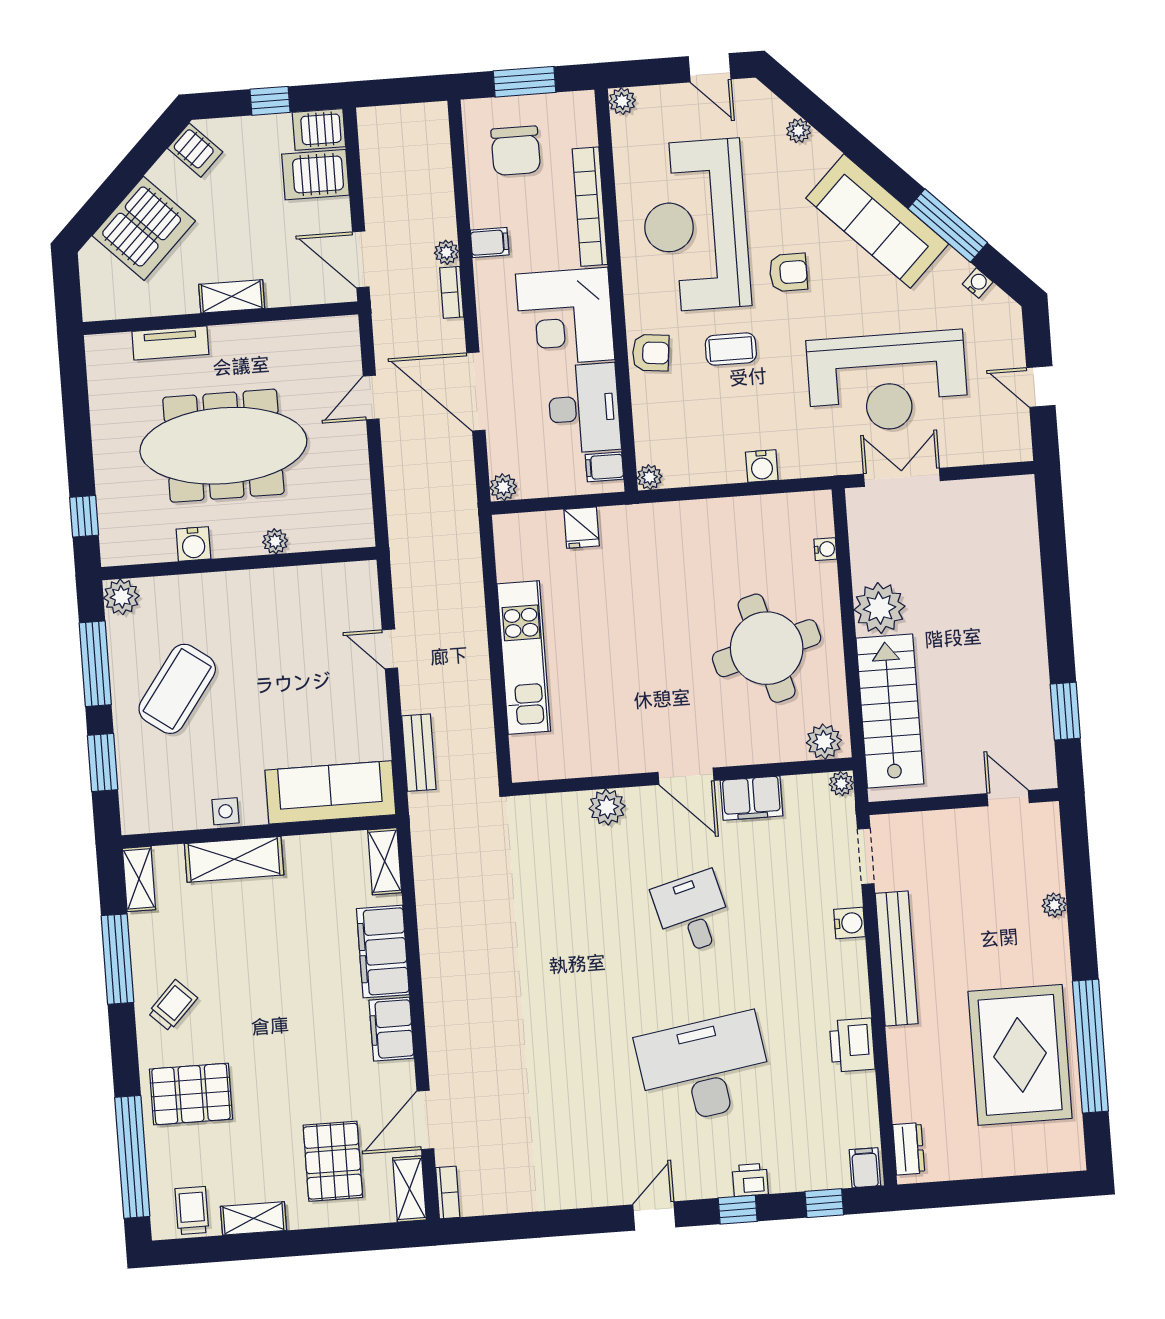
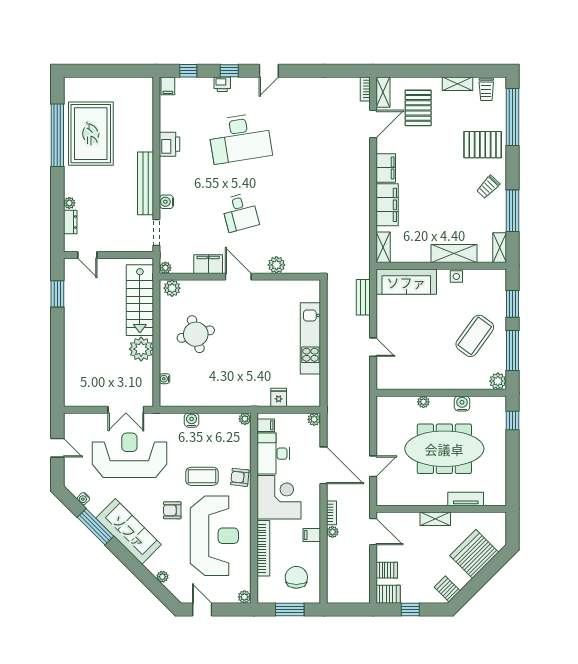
server rack: (315, 175) -> (387, 570), width x0.73, depth x0.70
coffee table: (731, 349) -> (202, 476), width x1.36, depth x1.30
round table: (767, 648) -> (196, 334), width x0.73, depth x0.73
dresser: (909, 1149) -> (70, 222), moved, turned 180

